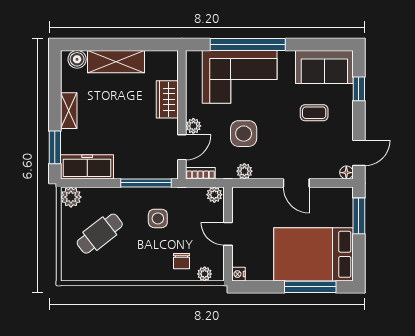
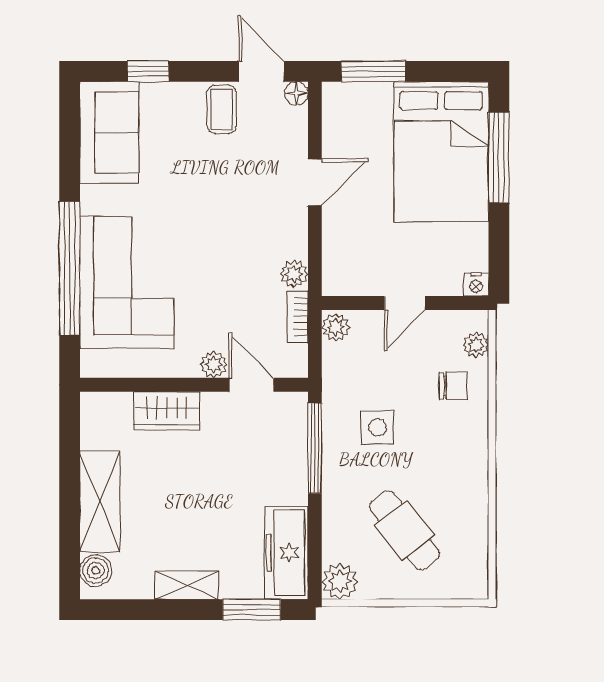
coffee table: (314, 113) -> (222, 109), moved
side table: (244, 134) -> (227, 275), removed
bookcase: (200, 173) -> (298, 317), moved

